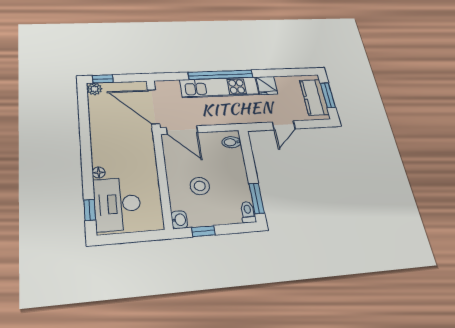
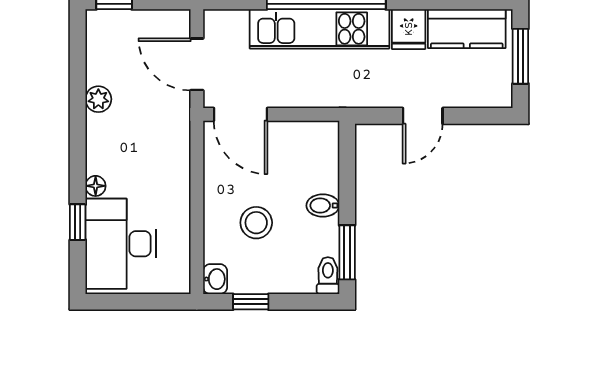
plant: (94, 89) -> (98, 99), moved
kitchen counter: (314, 97) -> (467, 29), moved, turned -90
door: (154, 107) -> (197, 64), width x0.73
bidet: (232, 142) -> (323, 206), moved
window: (90, 210) -> (78, 222), moved

